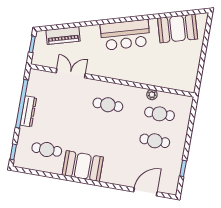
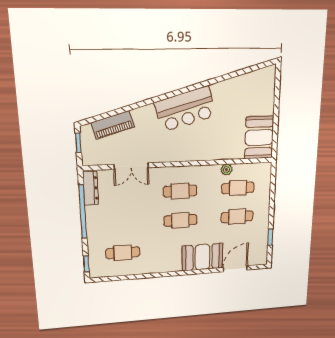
booth: (178, 29) -> (259, 137), moved, turned -74
double door: (71, 73) -> (131, 166), swing flipped
dresser: (28, 111) -> (91, 188), moved
cafe table: (103, 132) -> (180, 220), added
booth: (83, 166) -> (203, 257), moved

